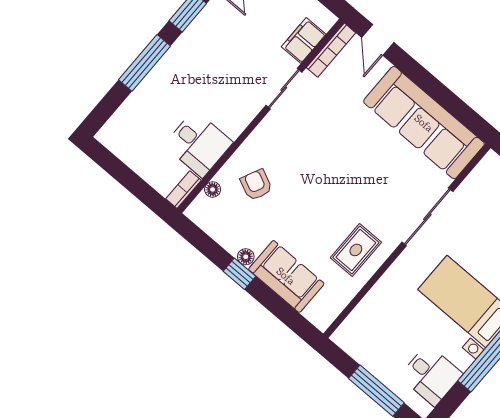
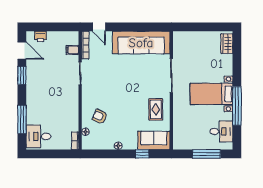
filing cabinet: (304, 40) -> (72, 50), width x0.50
window: (144, 63) -> (22, 119), moved
desk: (198, 144) -> (38, 136), moved, turned 180
window: (239, 274) -> (142, 154), moved
sofa: (286, 276) -> (154, 140), moved

